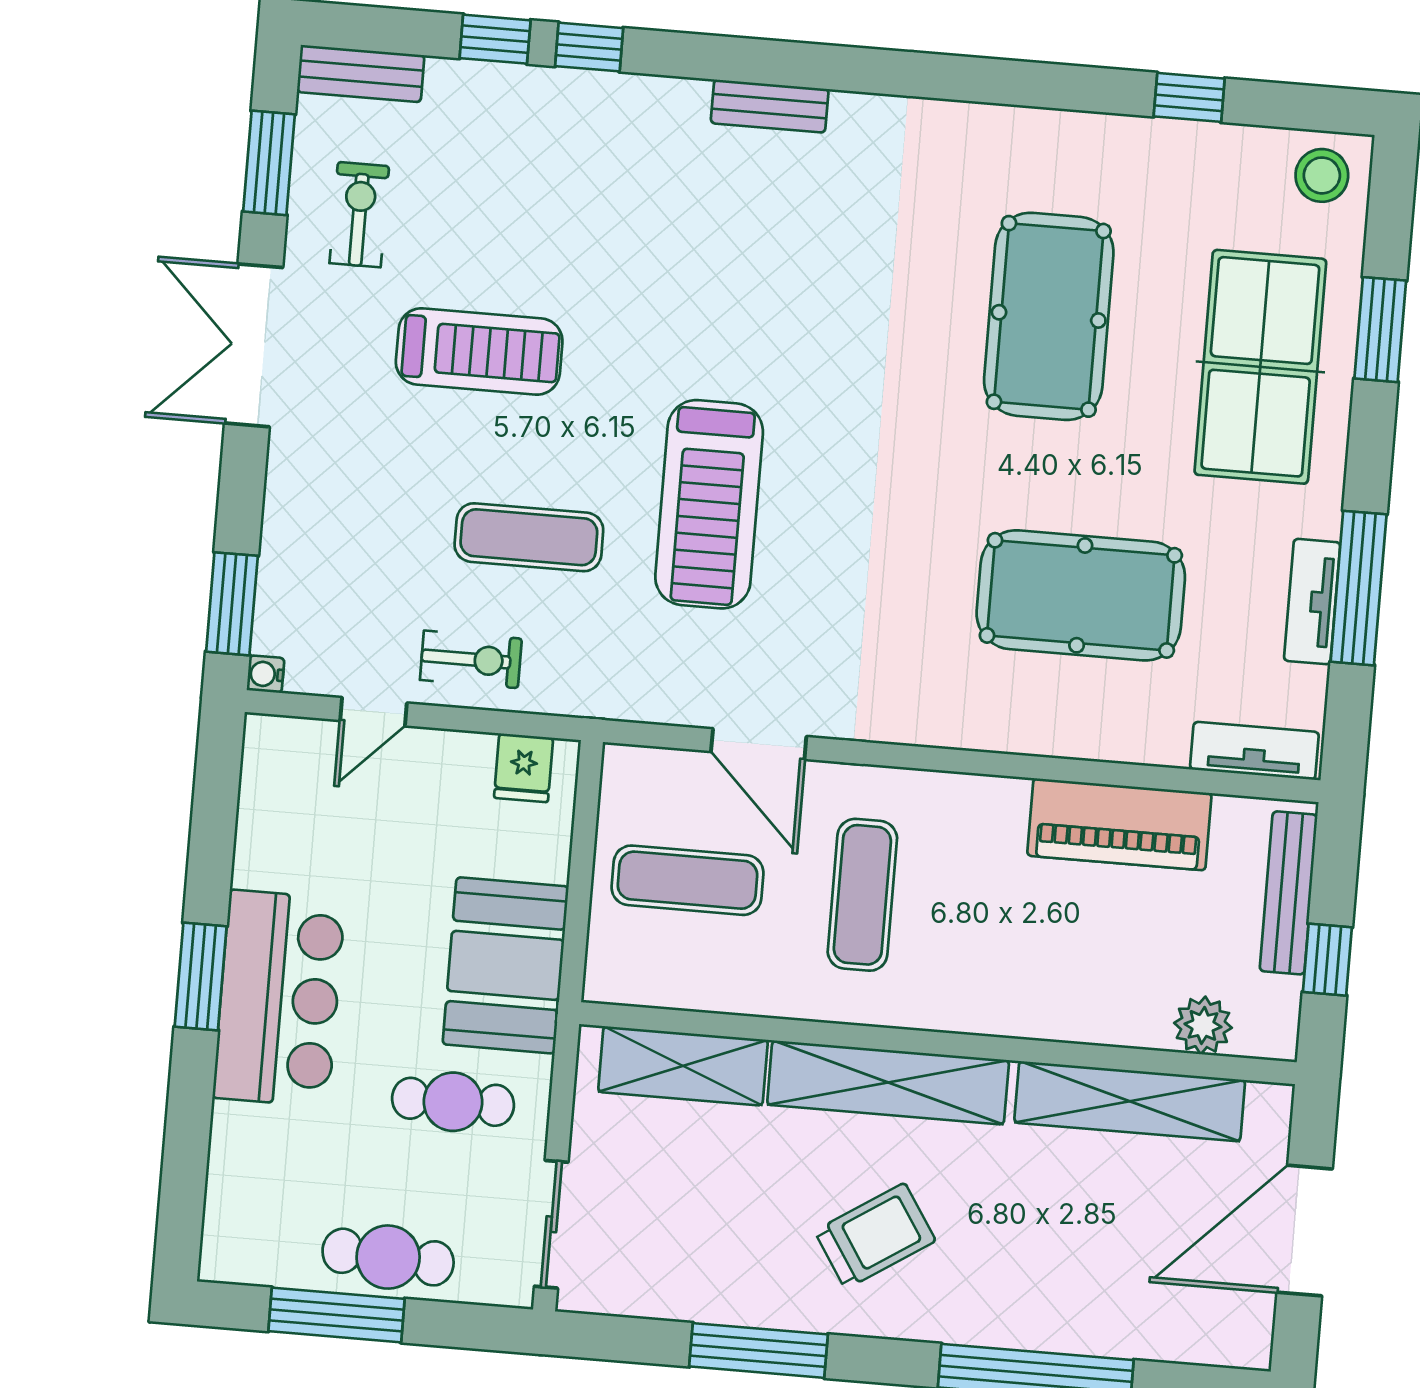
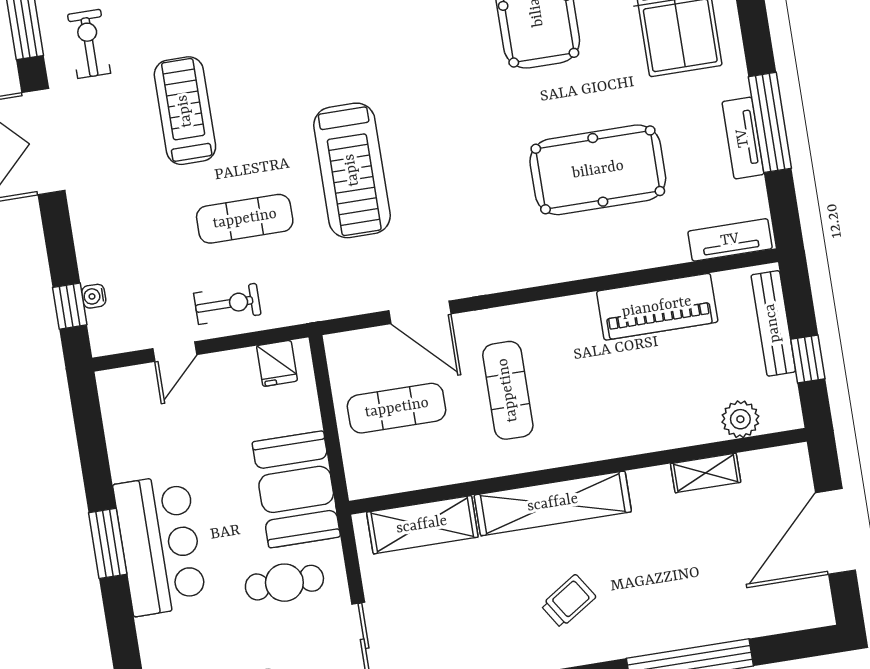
treadmill: (479, 351) -> (185, 111), turned -90
window: (232, 604) -> (70, 306), width x0.67
water cooler: (266, 674) -> (94, 296), moved
shelving: (1130, 1101) -> (706, 473), width x0.45, depth x0.75
trolley: (875, 1236) -> (568, 601), width x0.73, depth x0.72

